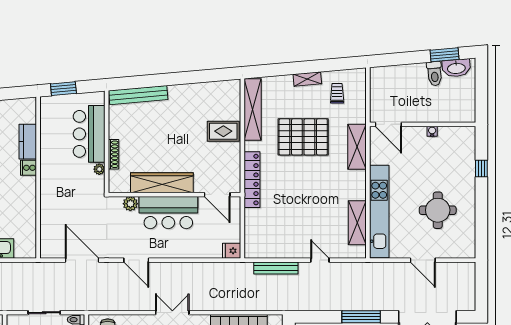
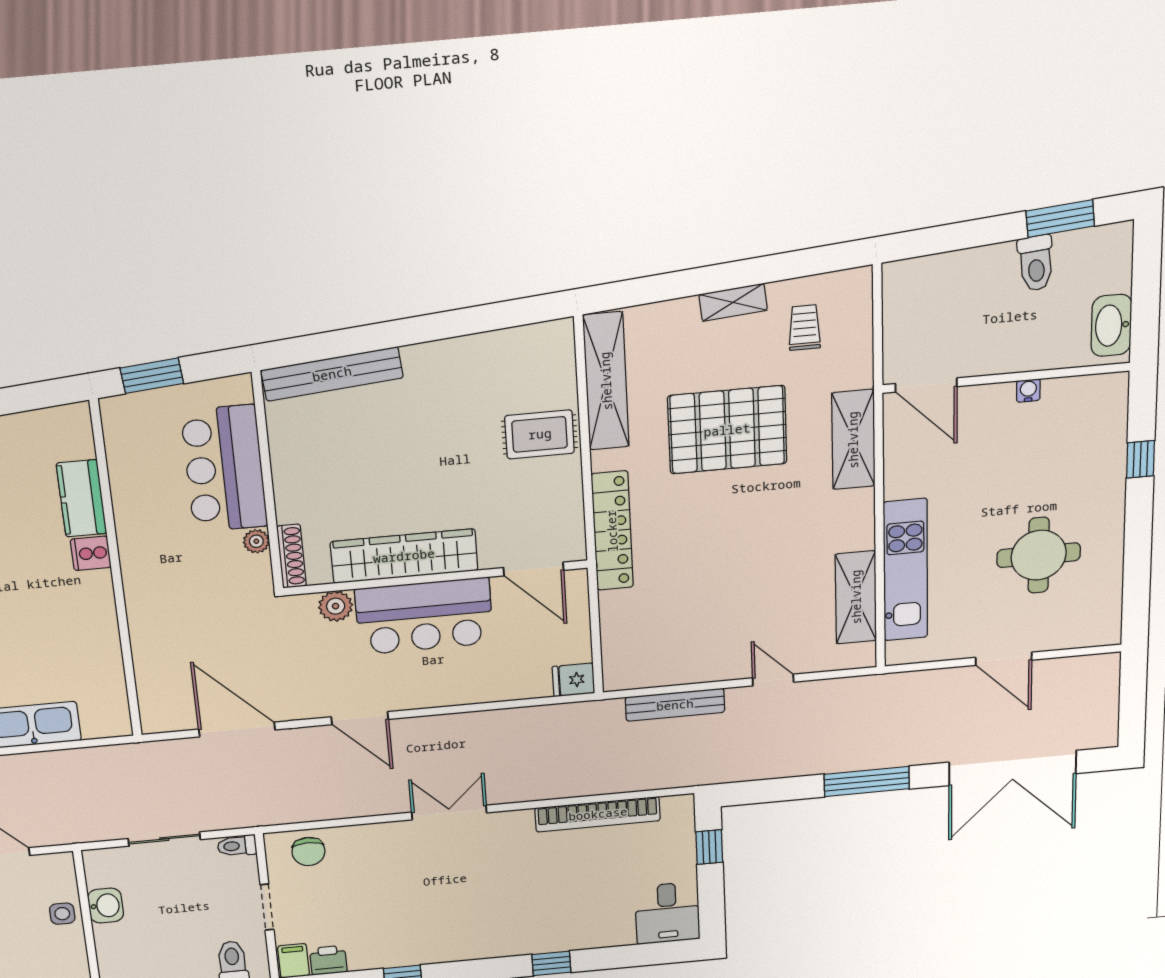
washbasin: (456, 68) -> (1111, 325), moved, turned 95
shoe rack: (114, 154) -> (291, 556), moved
kitchen unit: (379, 212) -> (906, 570), width x0.73

